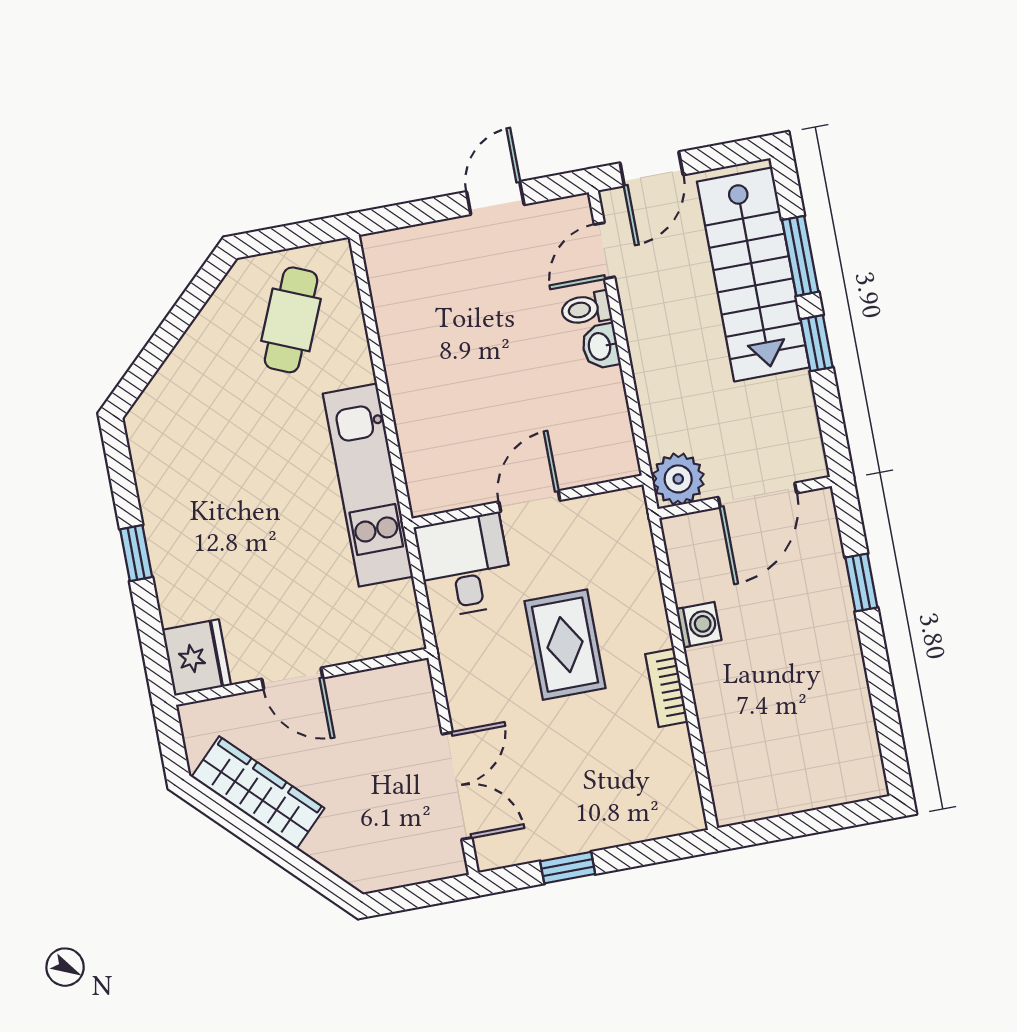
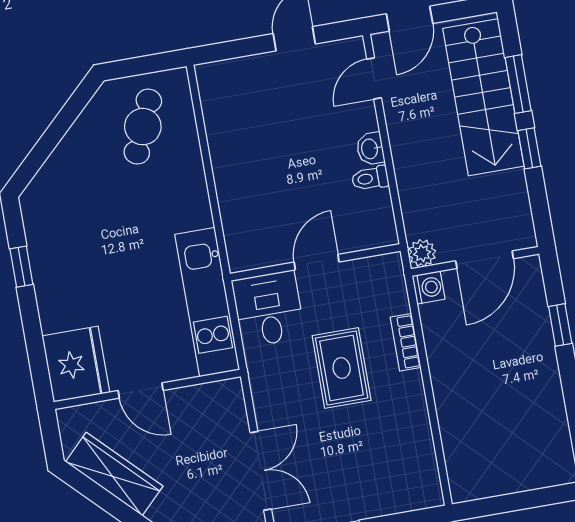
toilet: (586, 309) -> (370, 178), moved
plant: (678, 479) -> (422, 253), width x0.73, depth x0.73
kitchen unit: (368, 485) -> (207, 302), moved
window: (136, 553) -> (21, 267), moved
washing machine: (699, 625) -> (429, 287), moved
fridge: (197, 658) -> (76, 364), width x1.36, depth x1.34
bookcase: (667, 688) -> (406, 342), moved

